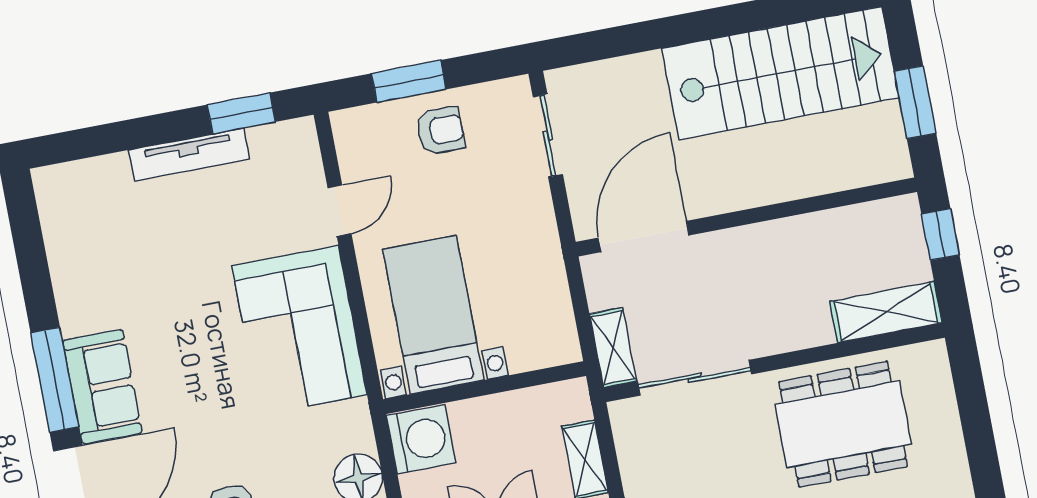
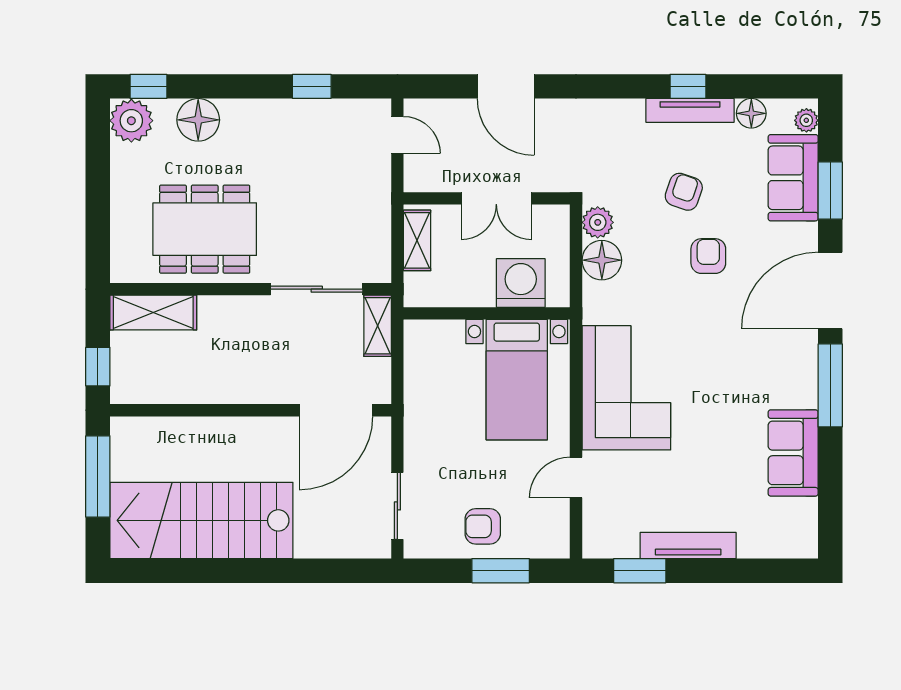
window: (915, 102) -> (98, 476), width x1.44
sofa: (102, 387) -> (793, 453), moved
washing machine: (421, 439) -> (521, 283), moved, turned 90

